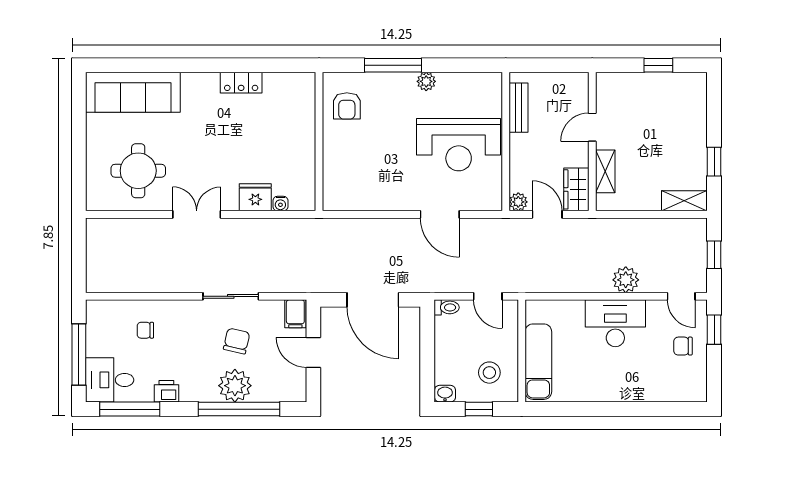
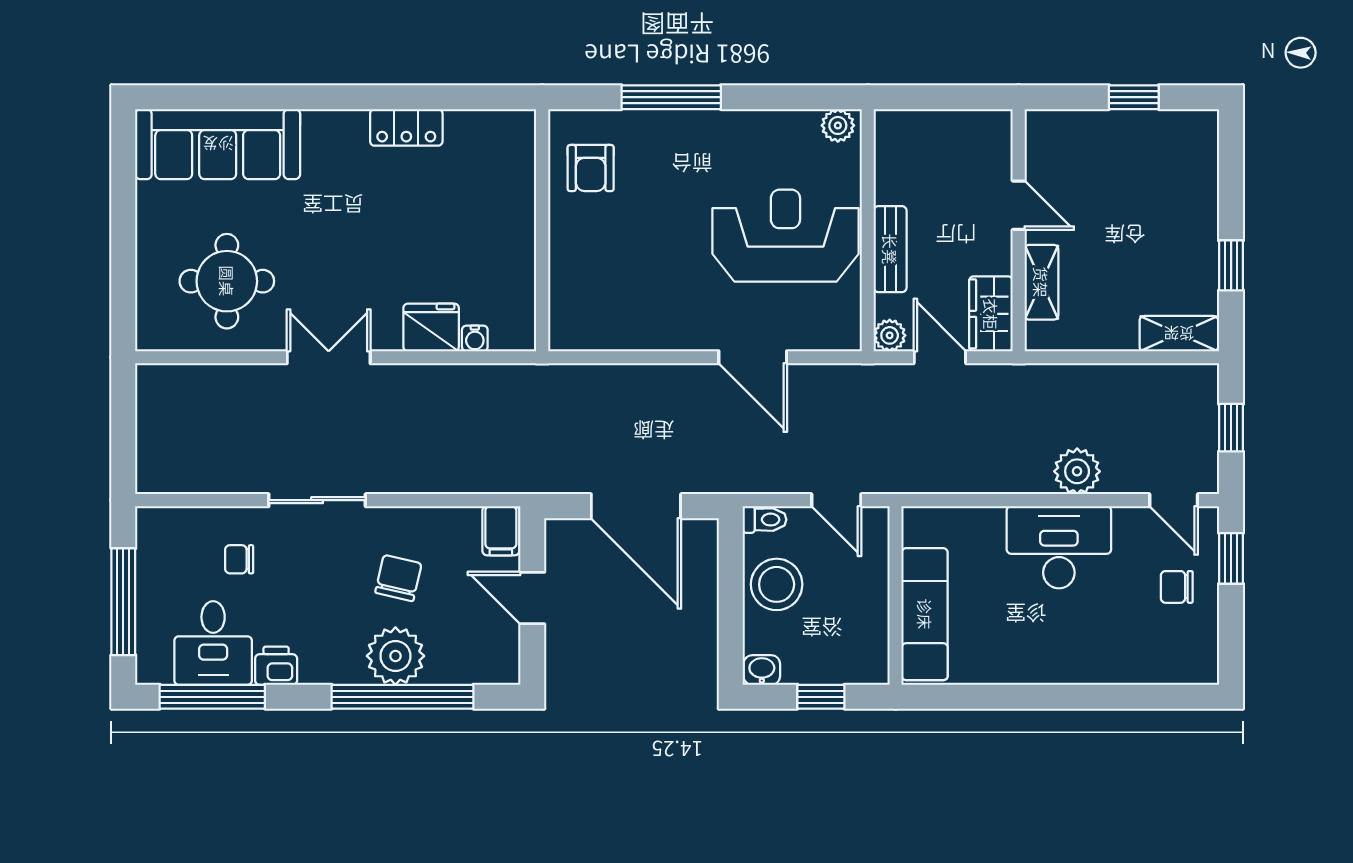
plant: (426, 81) -> (838, 125), moved
bench: (519, 108) -> (890, 249), moved
door: (592, 127) -> (1019, 205), swing flipped
reception desk: (459, 145) -> (785, 236), turned 180
sliding door: (231, 296) -> (317, 500), moved
stool: (489, 373) -> (777, 584), moved, width x1.38, depth x1.38
desk: (110, 380) -> (213, 643), moved, turned -90

